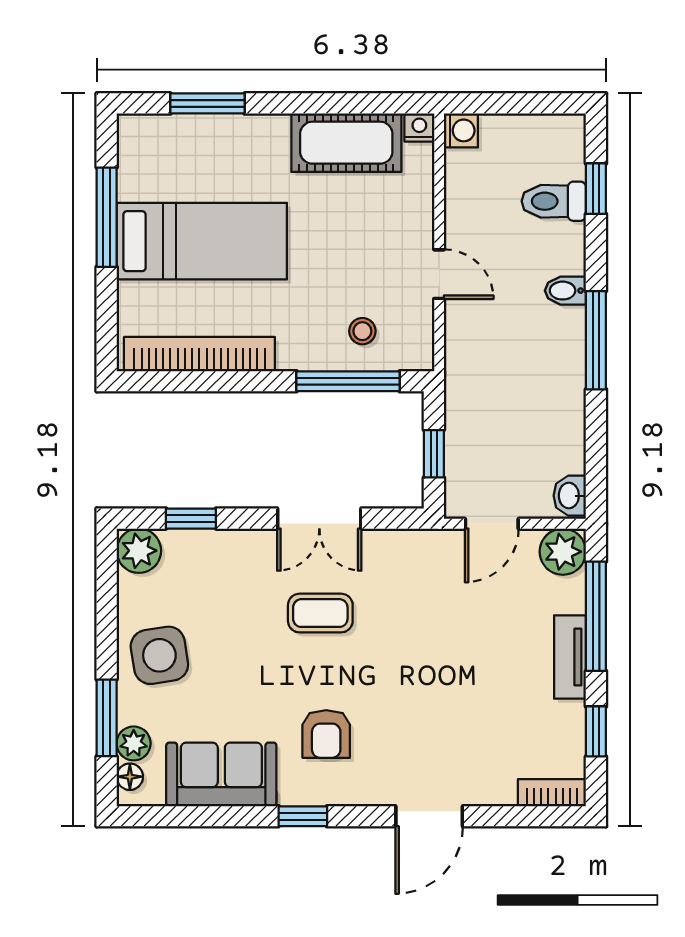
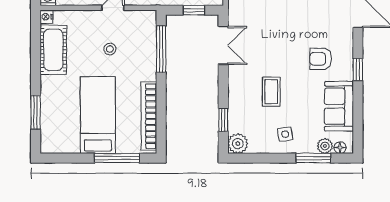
window: (107, 217) -> (117, 158), moved
stool: (362, 331) -> (110, 49), moved
double door: (319, 519) -> (223, 45), moved
coffee table: (320, 613) -> (271, 92), moved
side table: (159, 655) -> (285, 134), width x0.54, depth x0.54
armchair: (326, 734) -> (321, 59), turned 180

